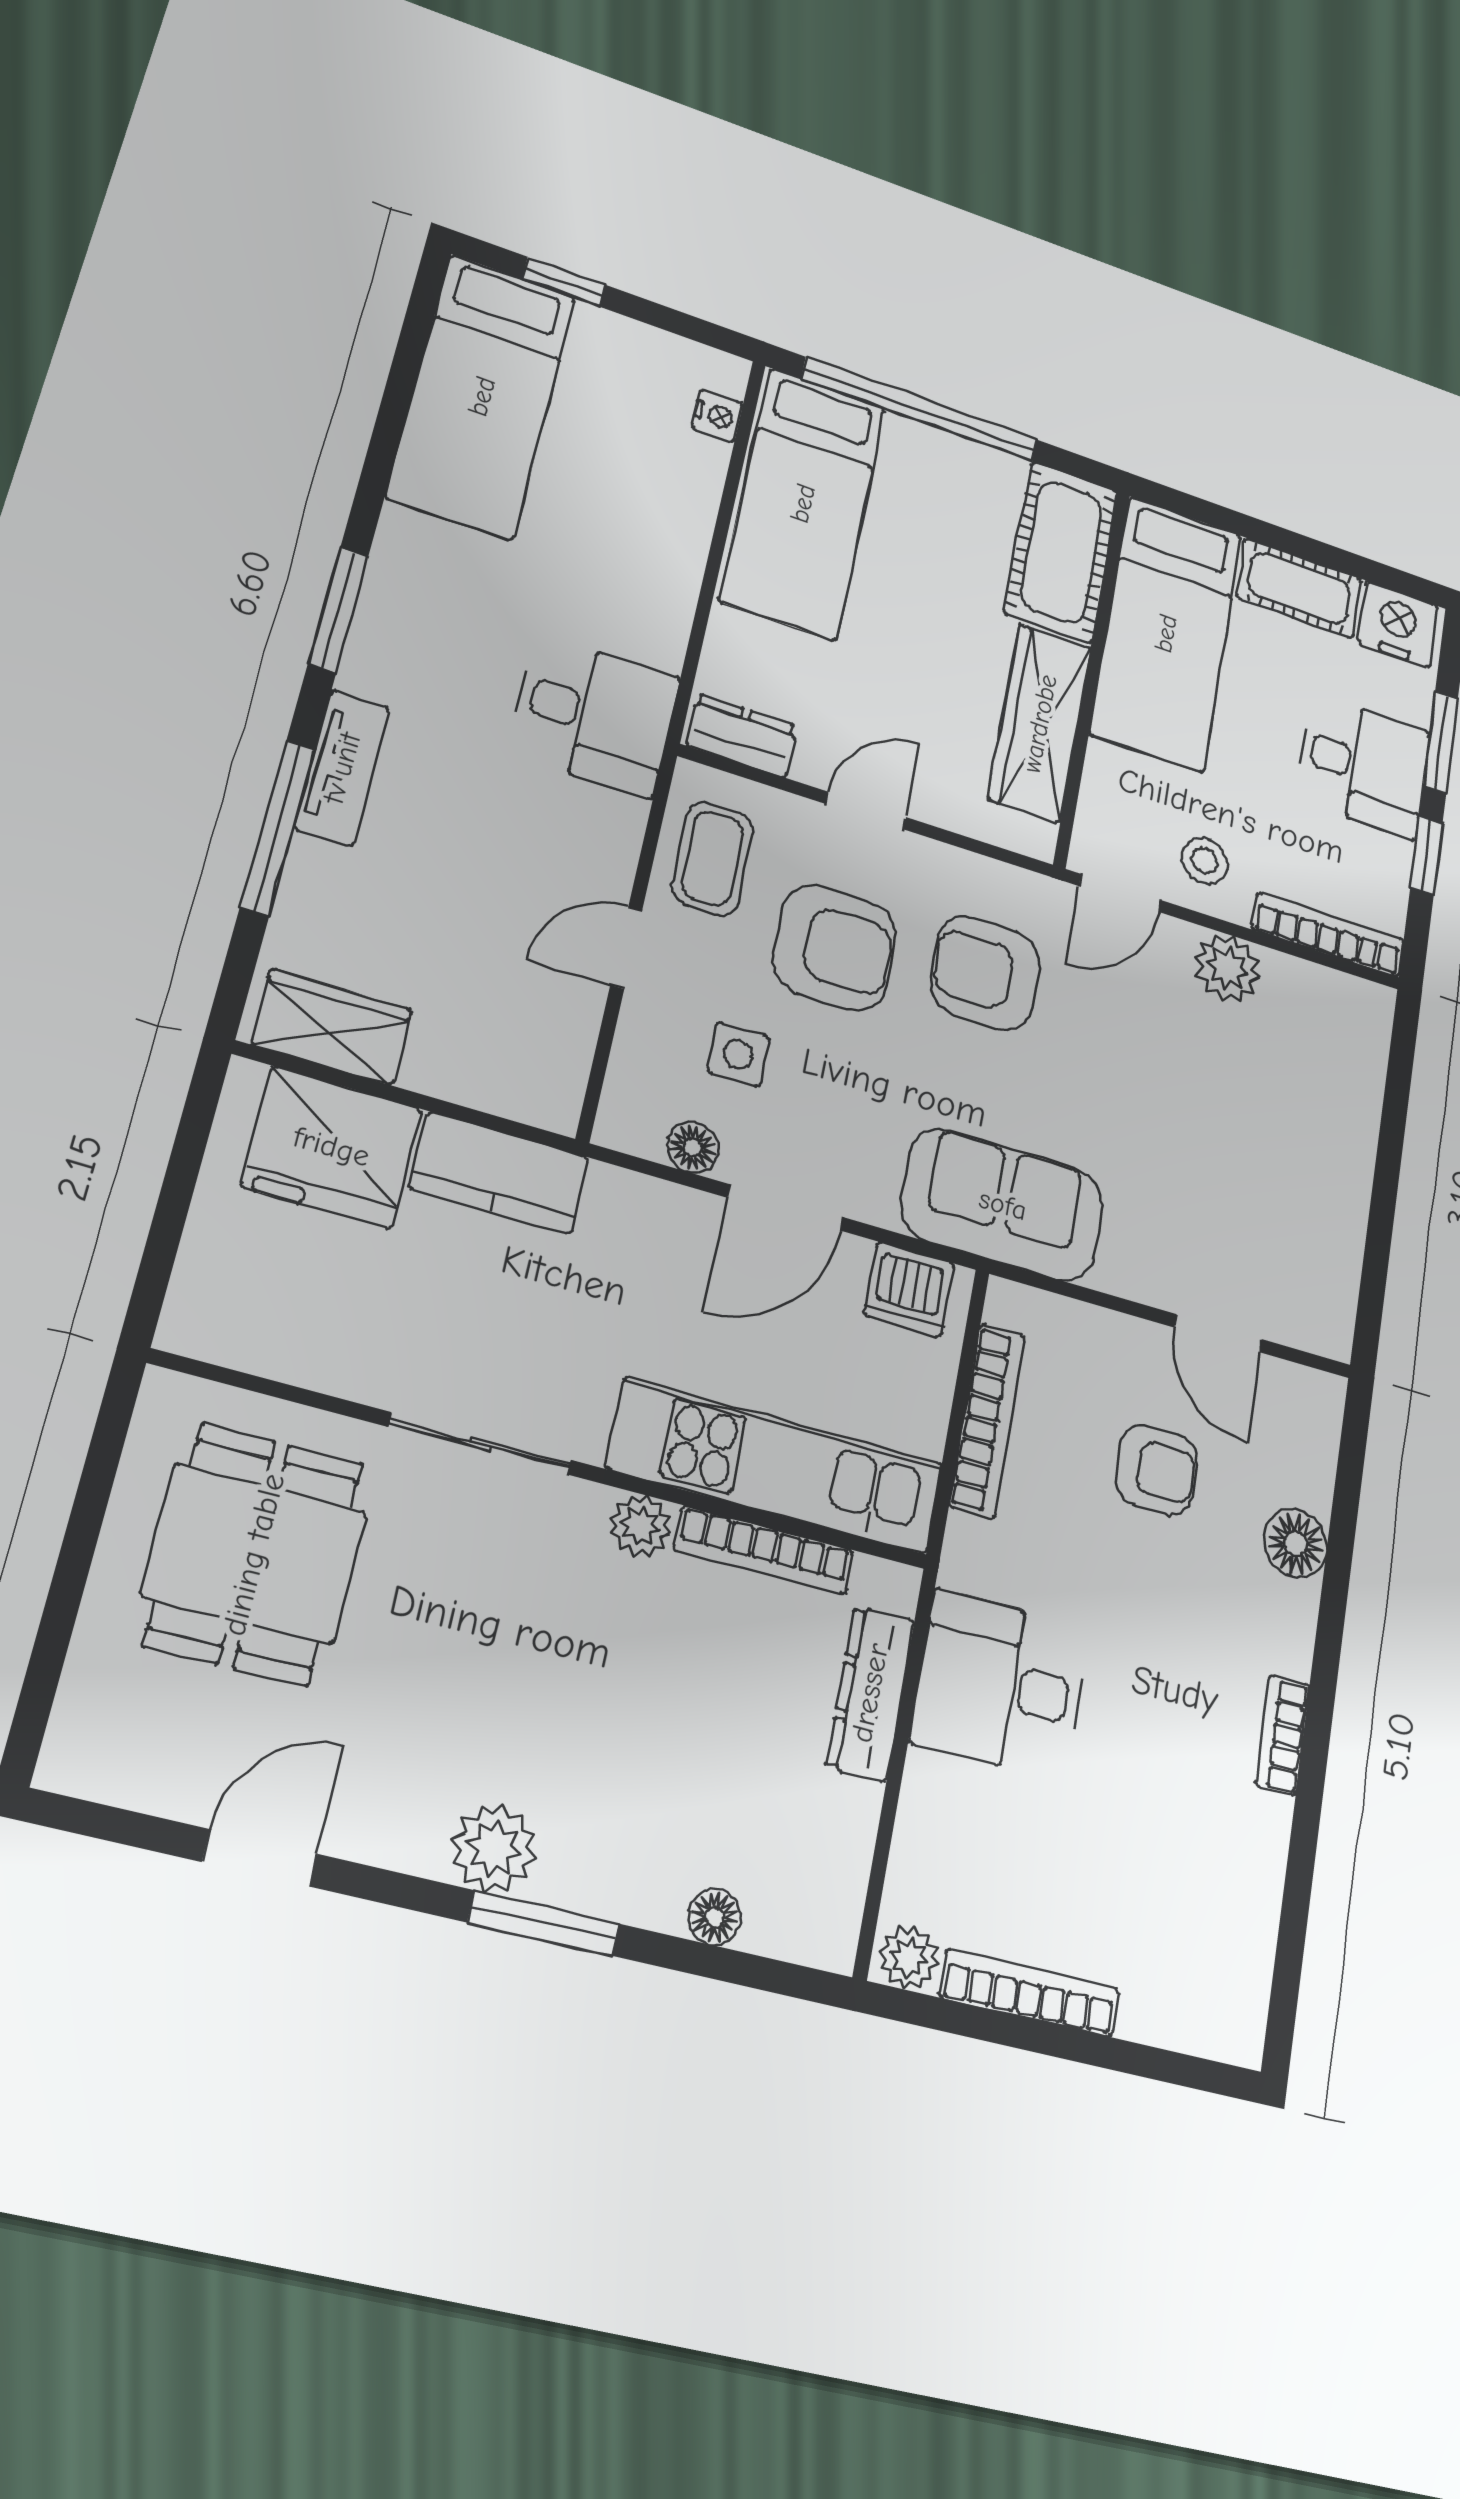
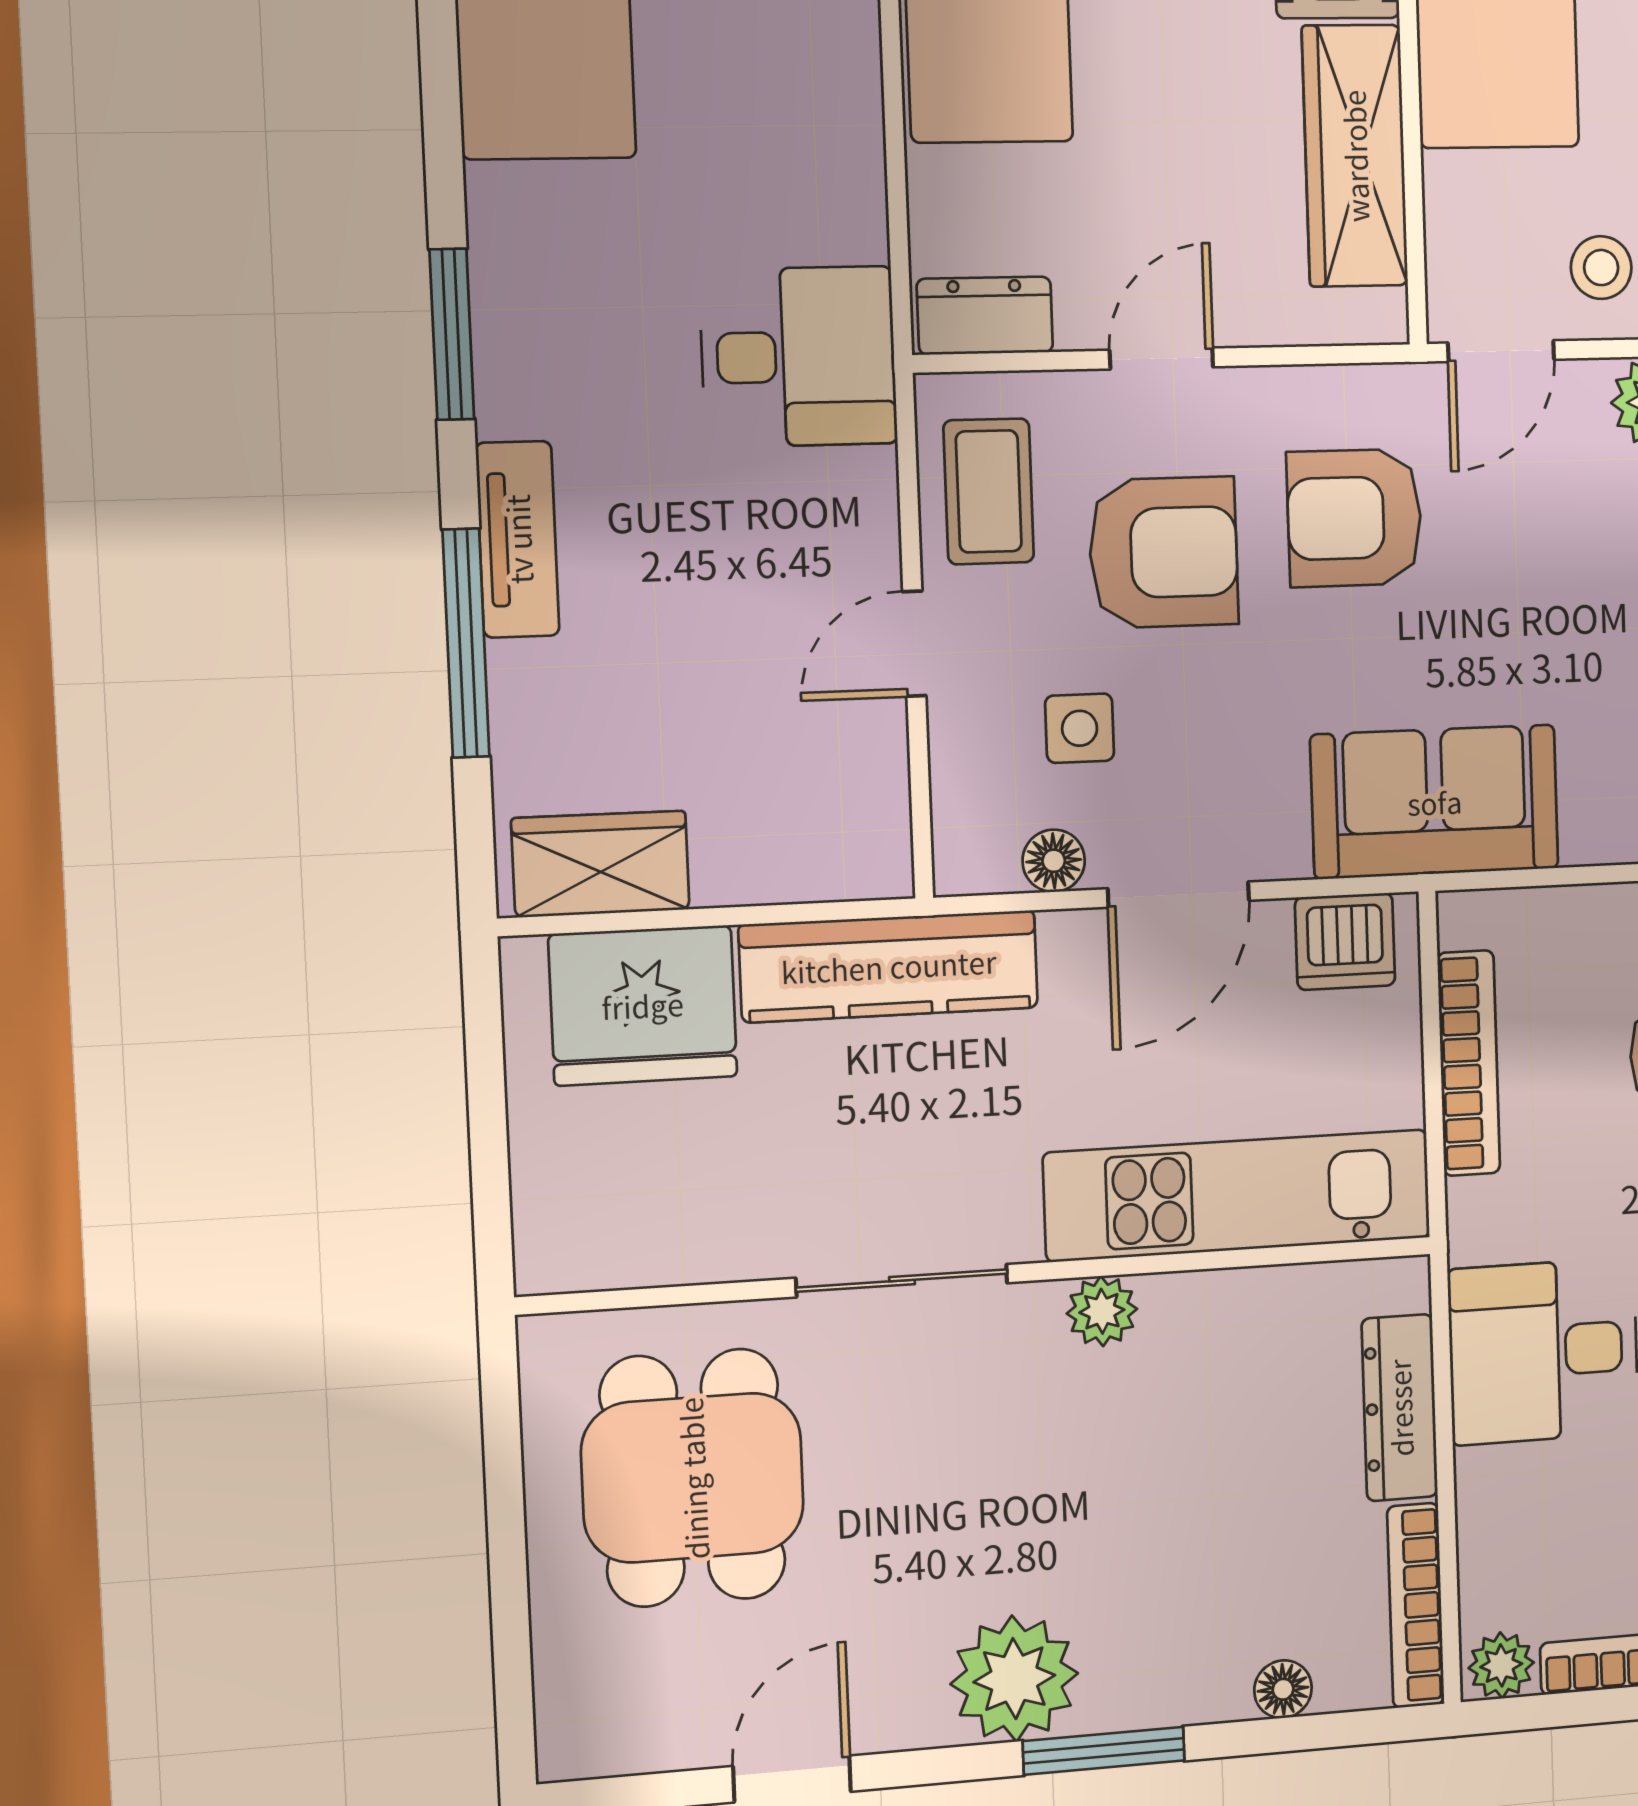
kitchen counter: (499, 1173) -> (889, 966), width x1.50
bookcase: (764, 1550) -> (1416, 1605), moved, turned 90
plant: (494, 1848) -> (1014, 1679), width x1.36, depth x1.36

